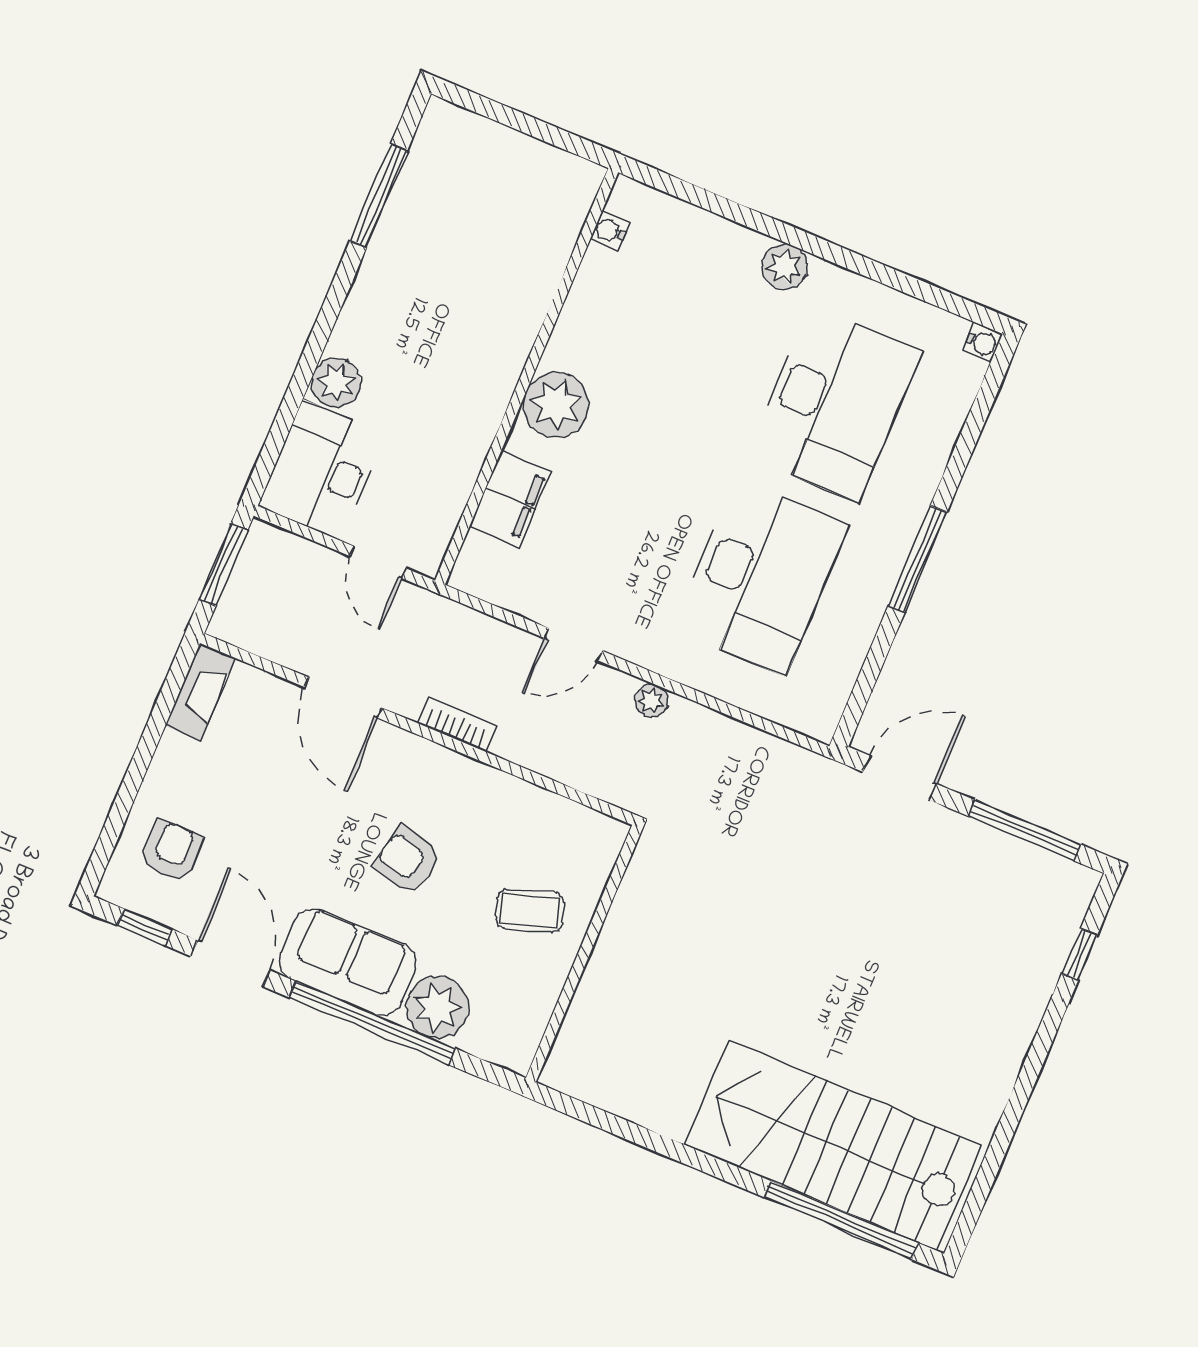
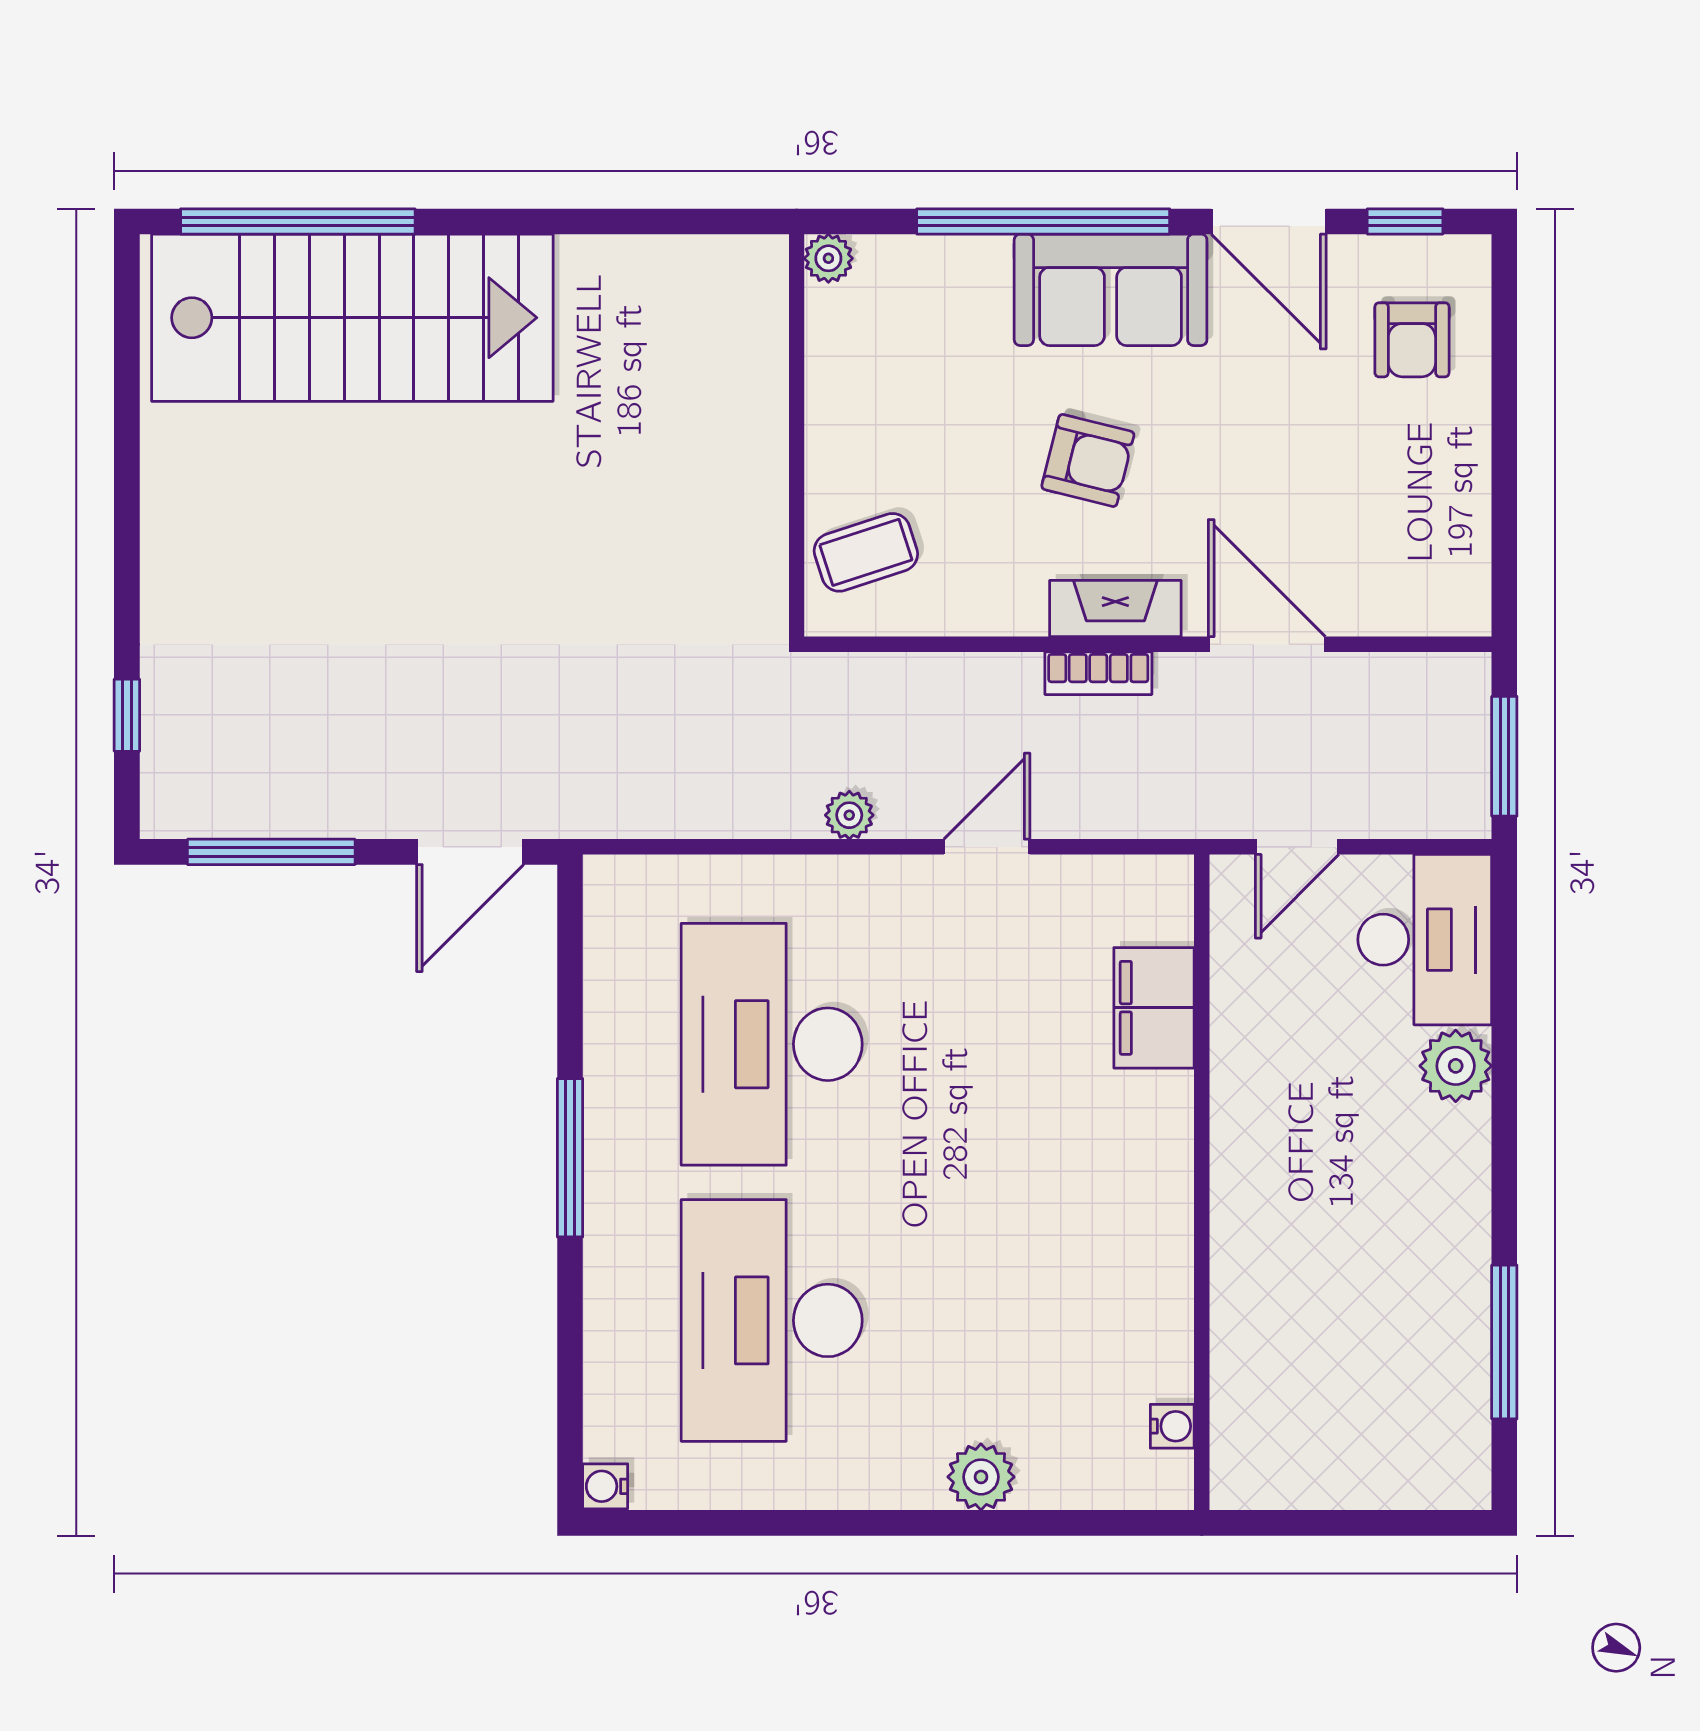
plant: (784, 267) -> (981, 1477), moved
plant: (556, 405) -> (1146, 1160), removed
door: (378, 562) -> (1297, 847), swing flipped
fireplace: (200, 692) -> (1115, 609), moved, turned 90
coffee table: (530, 911) -> (866, 552), moved
plant: (438, 1007) -> (828, 258), moved, width x0.53, depth x0.53

